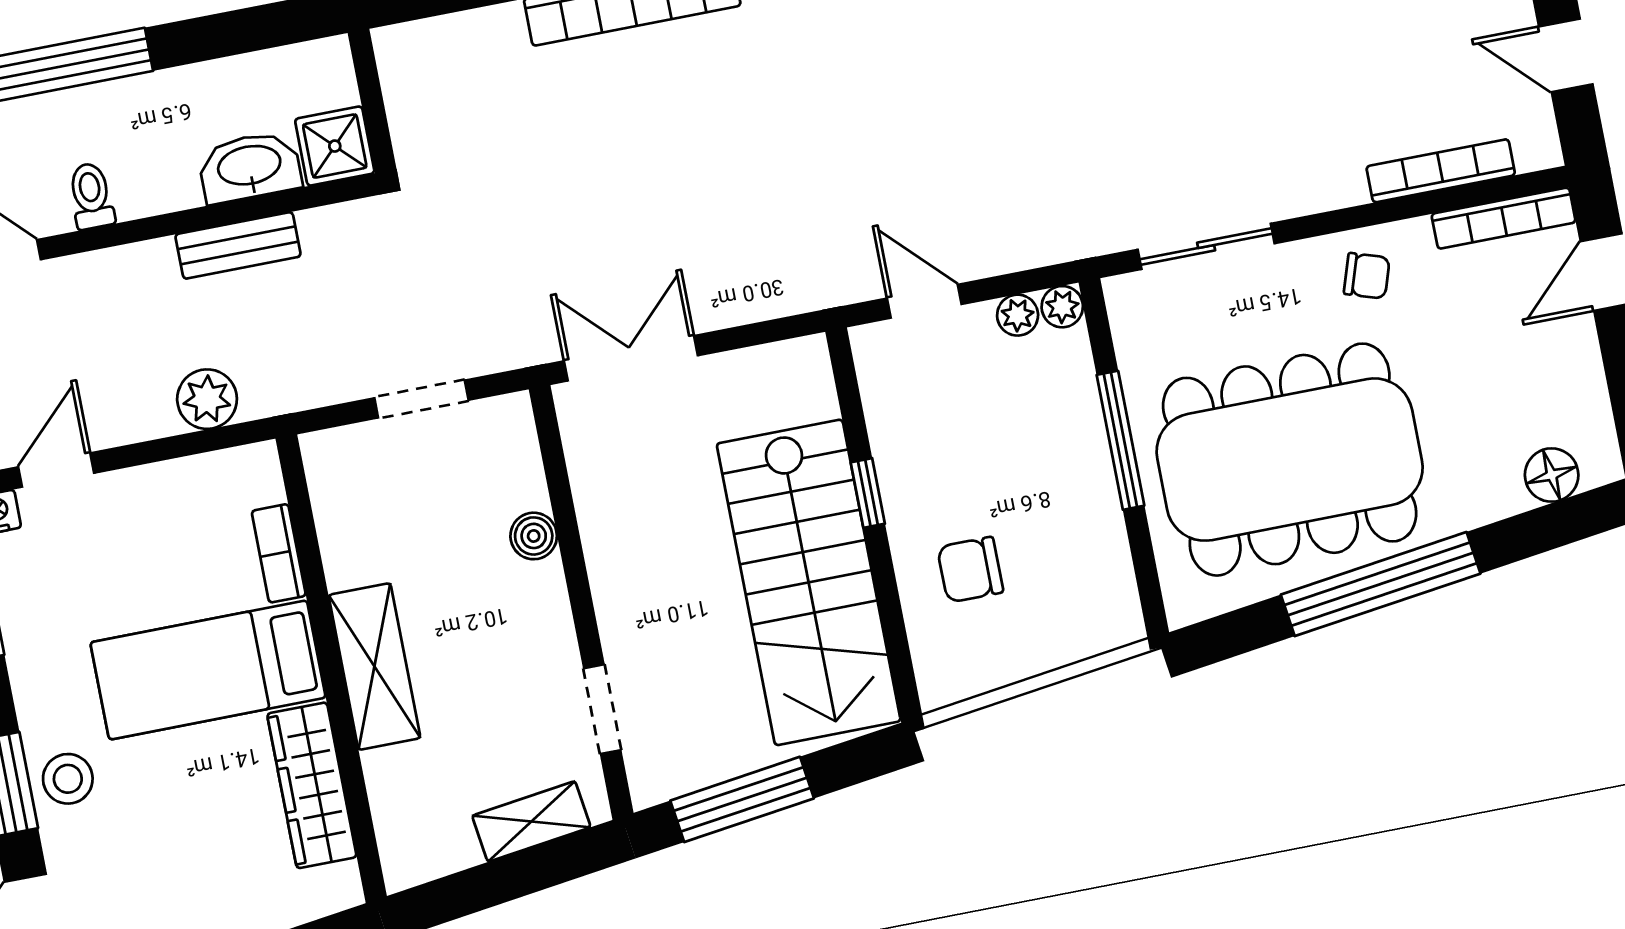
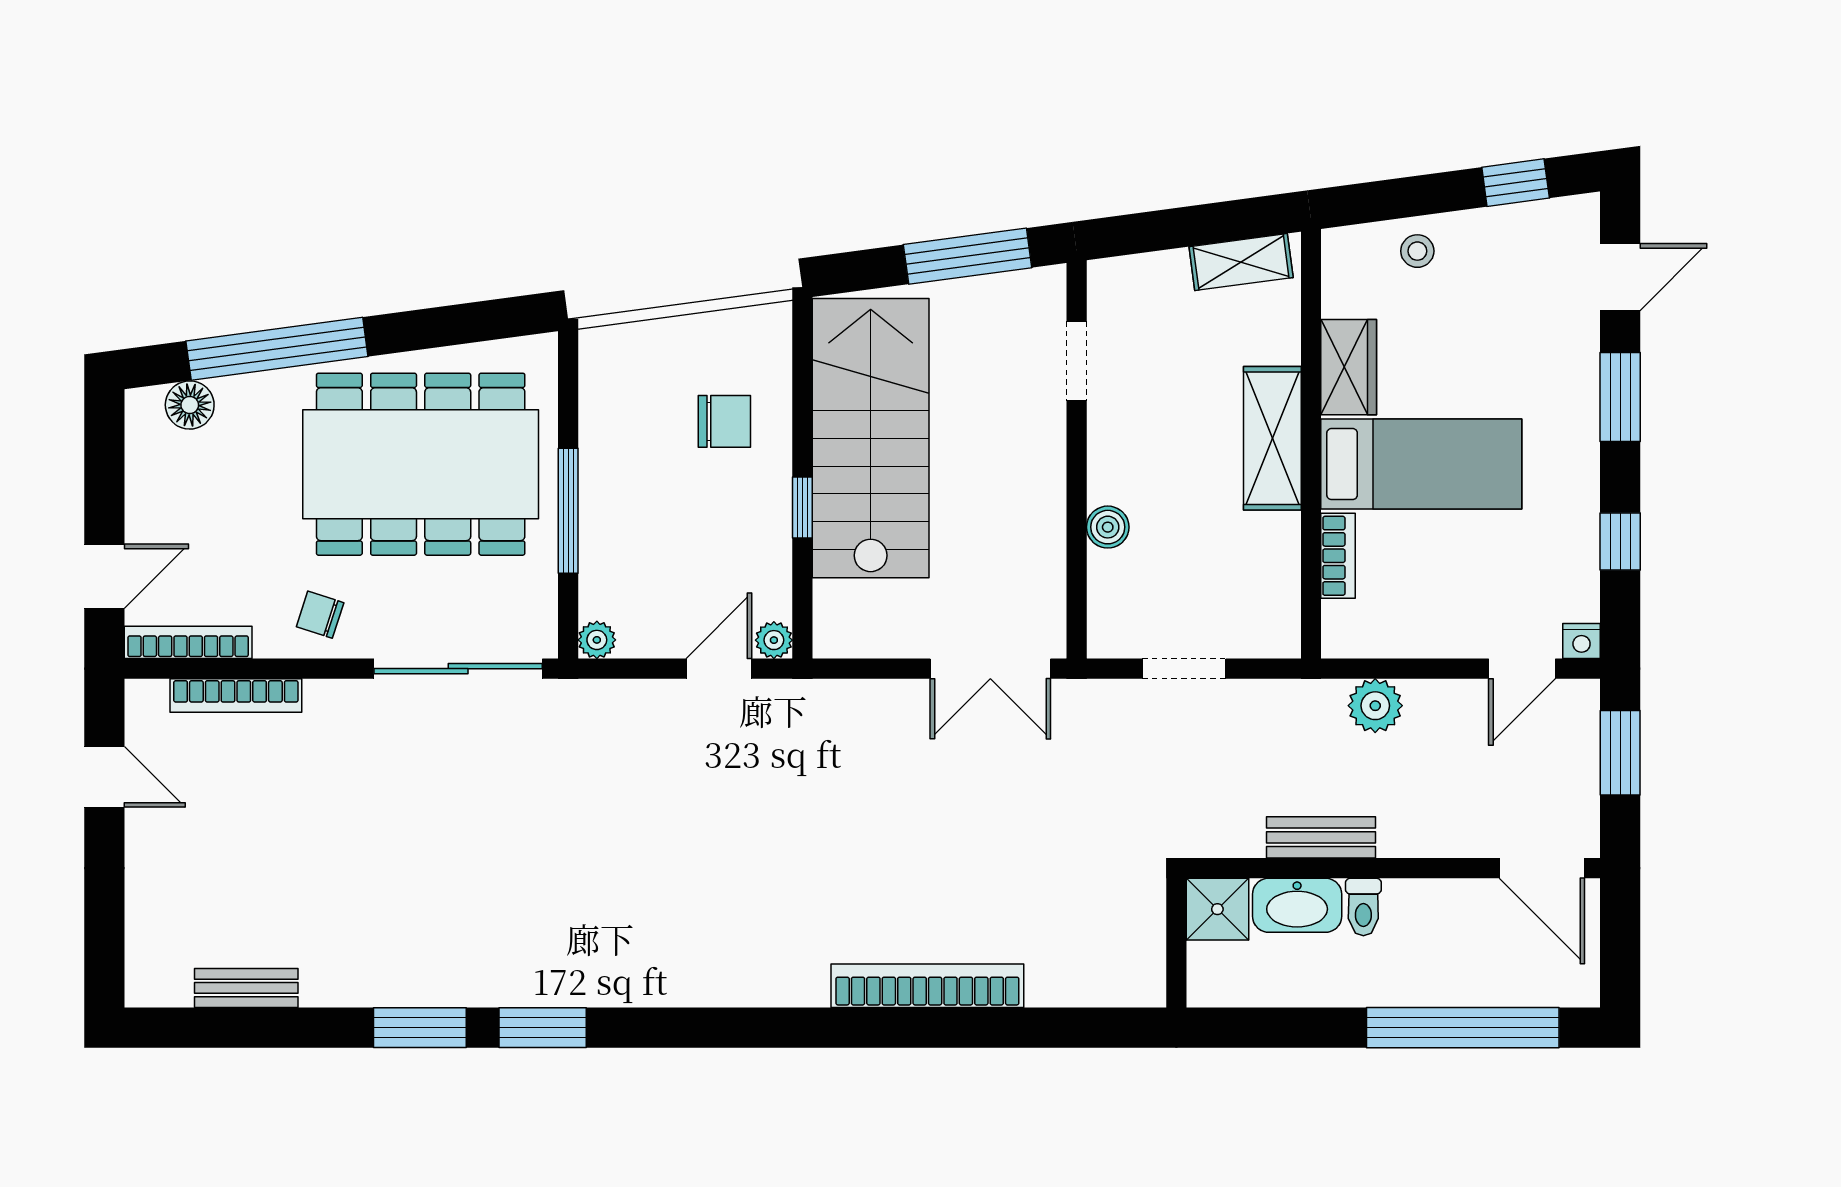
toilet: (91, 196) -> (1363, 907), moved
sliding door: (1206, 246) -> (458, 669), width x1.37
door: (924, 301) -> (719, 669), swing flipped
plant: (1018, 315) -> (774, 640), moved
window: (1381, 584) -> (277, 349), moved
stool: (68, 779) -> (1417, 251), moved, width x0.73, depth x0.73
wardrobe: (312, 785) -> (1349, 367), width x0.67
shelving: (531, 821) -> (1241, 262), moved

